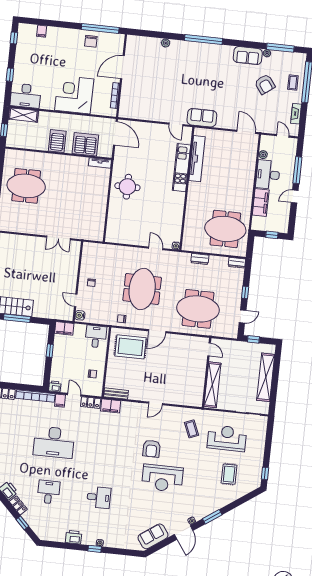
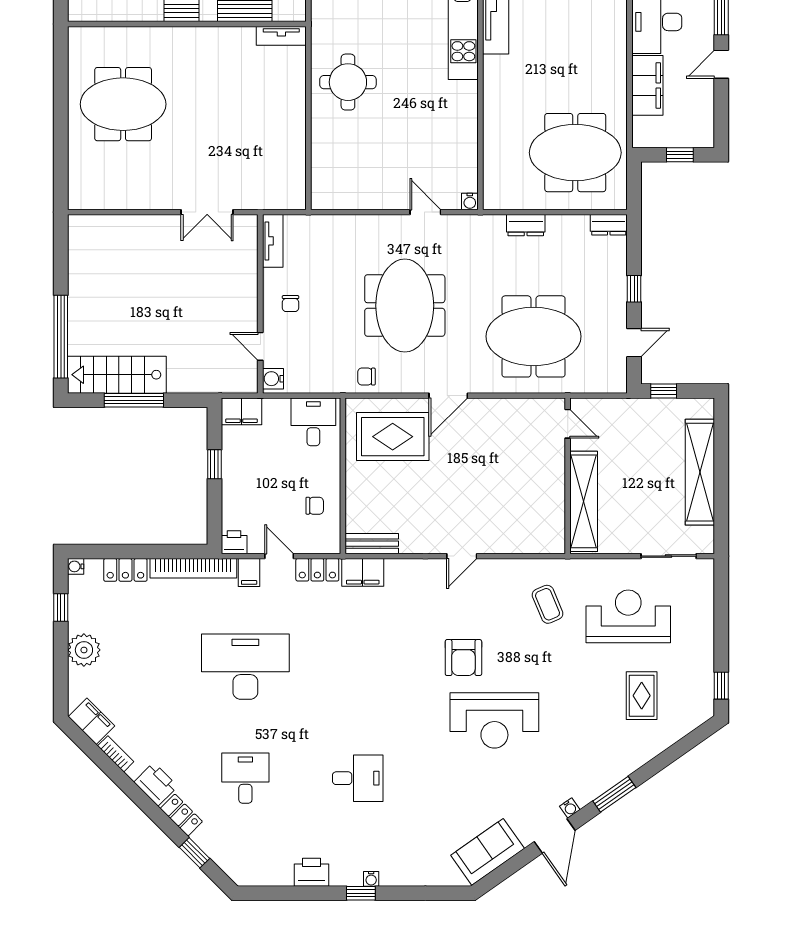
tv unit: (86, 254) -> (273, 241), added
desk: (54, 442) -> (245, 667), turned 180

